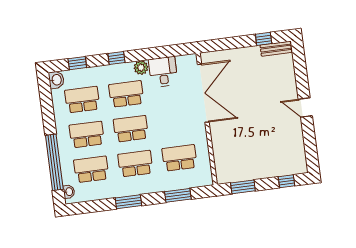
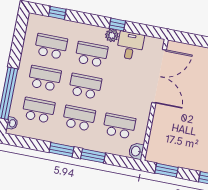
window: (116, 58) -> (117, 25), moved
washbasin: (56, 80) -> (136, 151), moved, turned 180
window: (178, 195) -> (93, 156), moved

